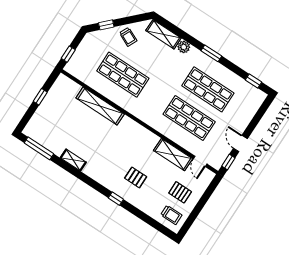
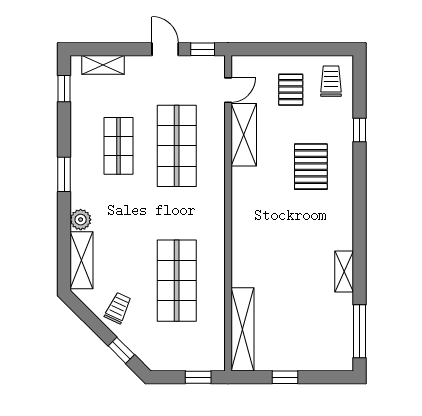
shop shelf: (208, 89) -> (118, 146), width x0.70, depth x0.74
shelving: (100, 106) -> (243, 329), moved
shelving: (253, 108) -> (103, 65), added
door: (240, 144) -> (165, 49), swing flipped
pallet: (136, 177) -> (311, 167), width x1.50, depth x1.42
window: (116, 199) -> (360, 130), moved

